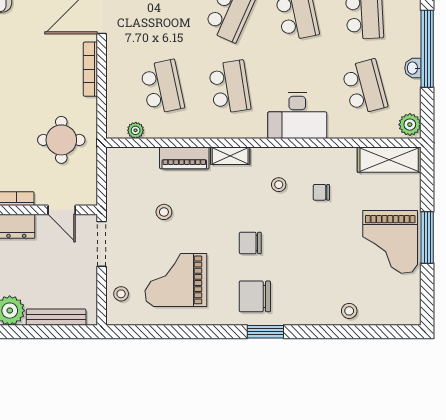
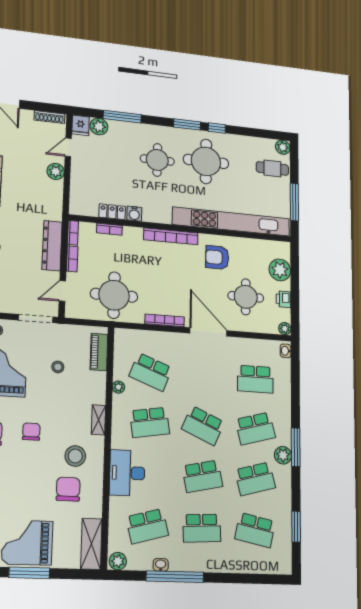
school desk: (162, 87) -> (151, 372), turned 33
plant: (136, 130) -> (118, 387), moved
round table: (61, 140) -> (114, 295), width x1.36, depth x1.36
piano: (184, 158) -> (99, 352), moved
stool: (279, 185) -> (75, 456), width x1.89, depth x1.89
chair: (321, 192) -> (68, 489), width x1.87, depth x1.87

